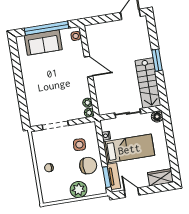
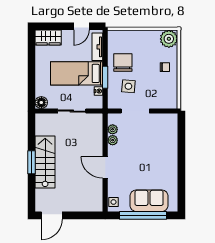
stairs: (148, 83) -> (45, 162), moved
plant: (89, 113) -> (113, 140), moved
doorway: (55, 125) -> (135, 111), moved
chair: (88, 166) -> (123, 63), turned 90
window: (107, 177) -> (105, 77), moved
plant: (78, 190) -> (169, 39), moved
door: (132, 193) -> (81, 26), hinge flipped

